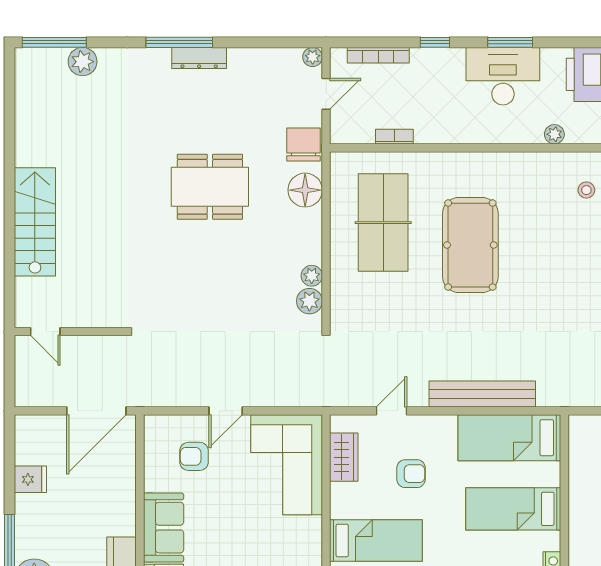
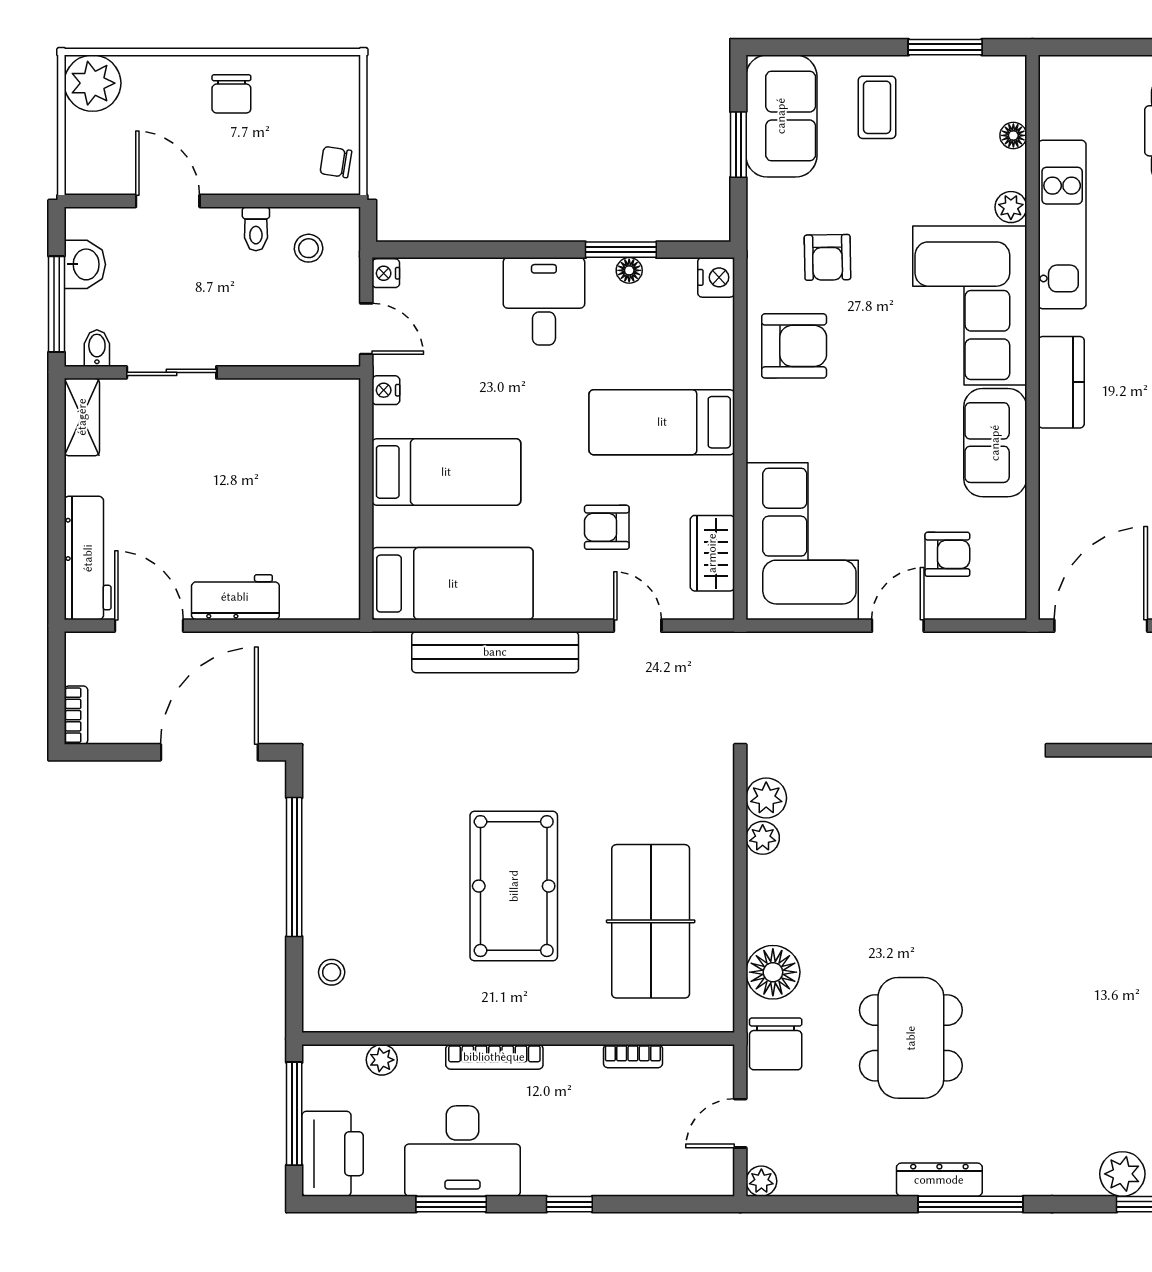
bookcase: (378, 55) -> (494, 1057), moved, turned 180
dining table: (210, 187) -> (911, 1038), moved, turned 90
door: (391, 411) -> (638, 626), swing flipped

